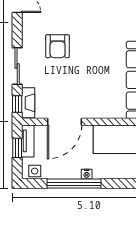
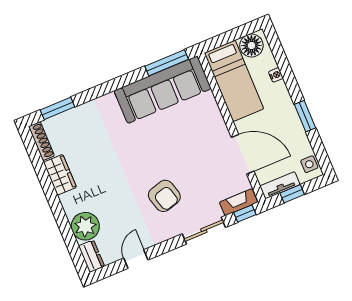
armchair: (58, 46) -> (164, 196), turned 74
nightstand: (87, 174) -> (276, 75), moved
window: (74, 184) -> (305, 116), width x0.47

